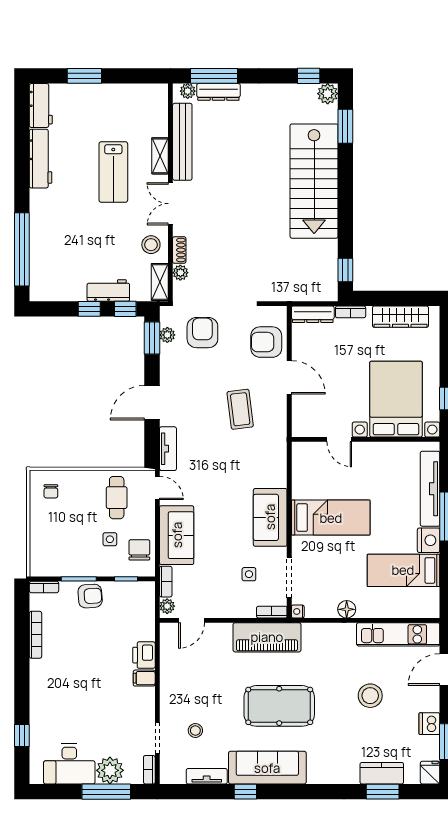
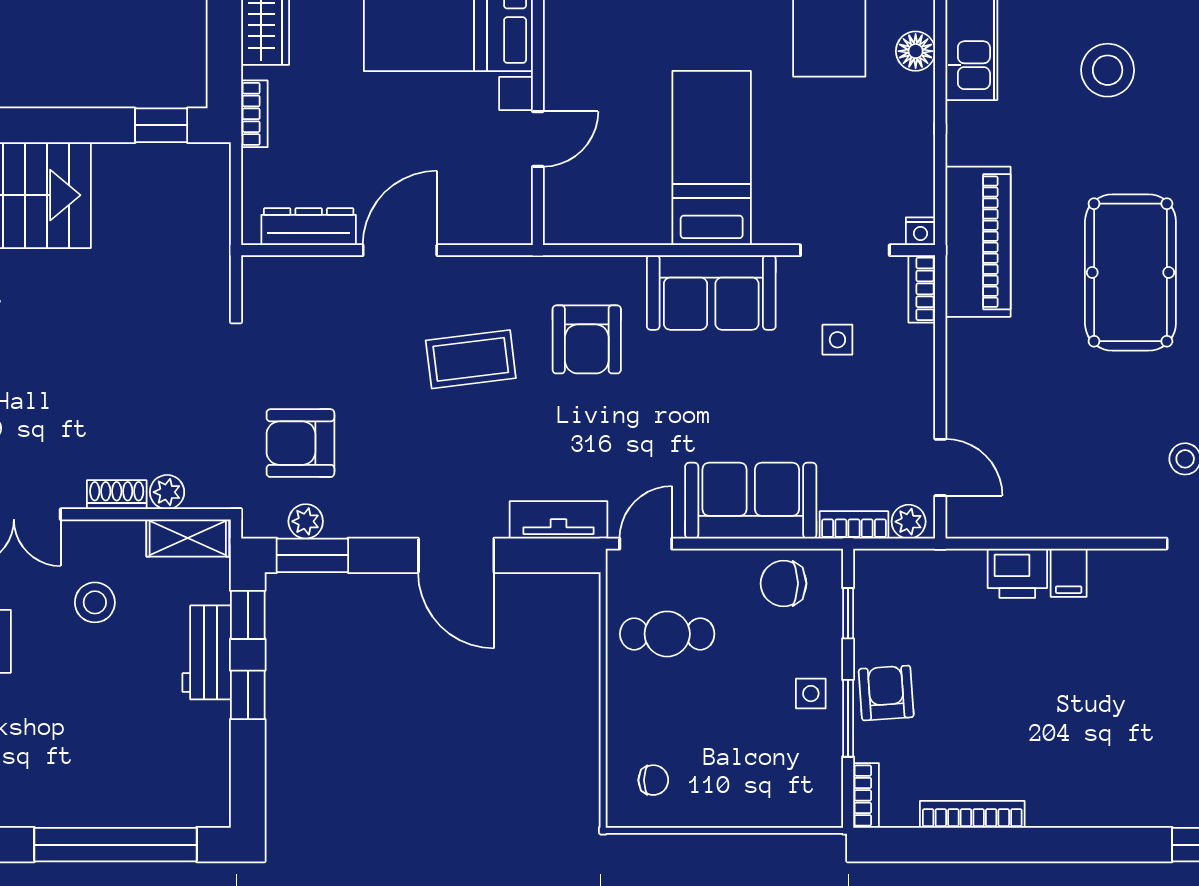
stool: (151, 245) -> (95, 602), moved
dresser: (313, 314) -> (309, 227), moved, turned -90
armchair: (266, 342) -> (587, 339), moved
side table: (110, 539) -> (811, 694), moved
floor lamp: (347, 609) -> (916, 51), moved
piano: (267, 637) -> (978, 242), moved

